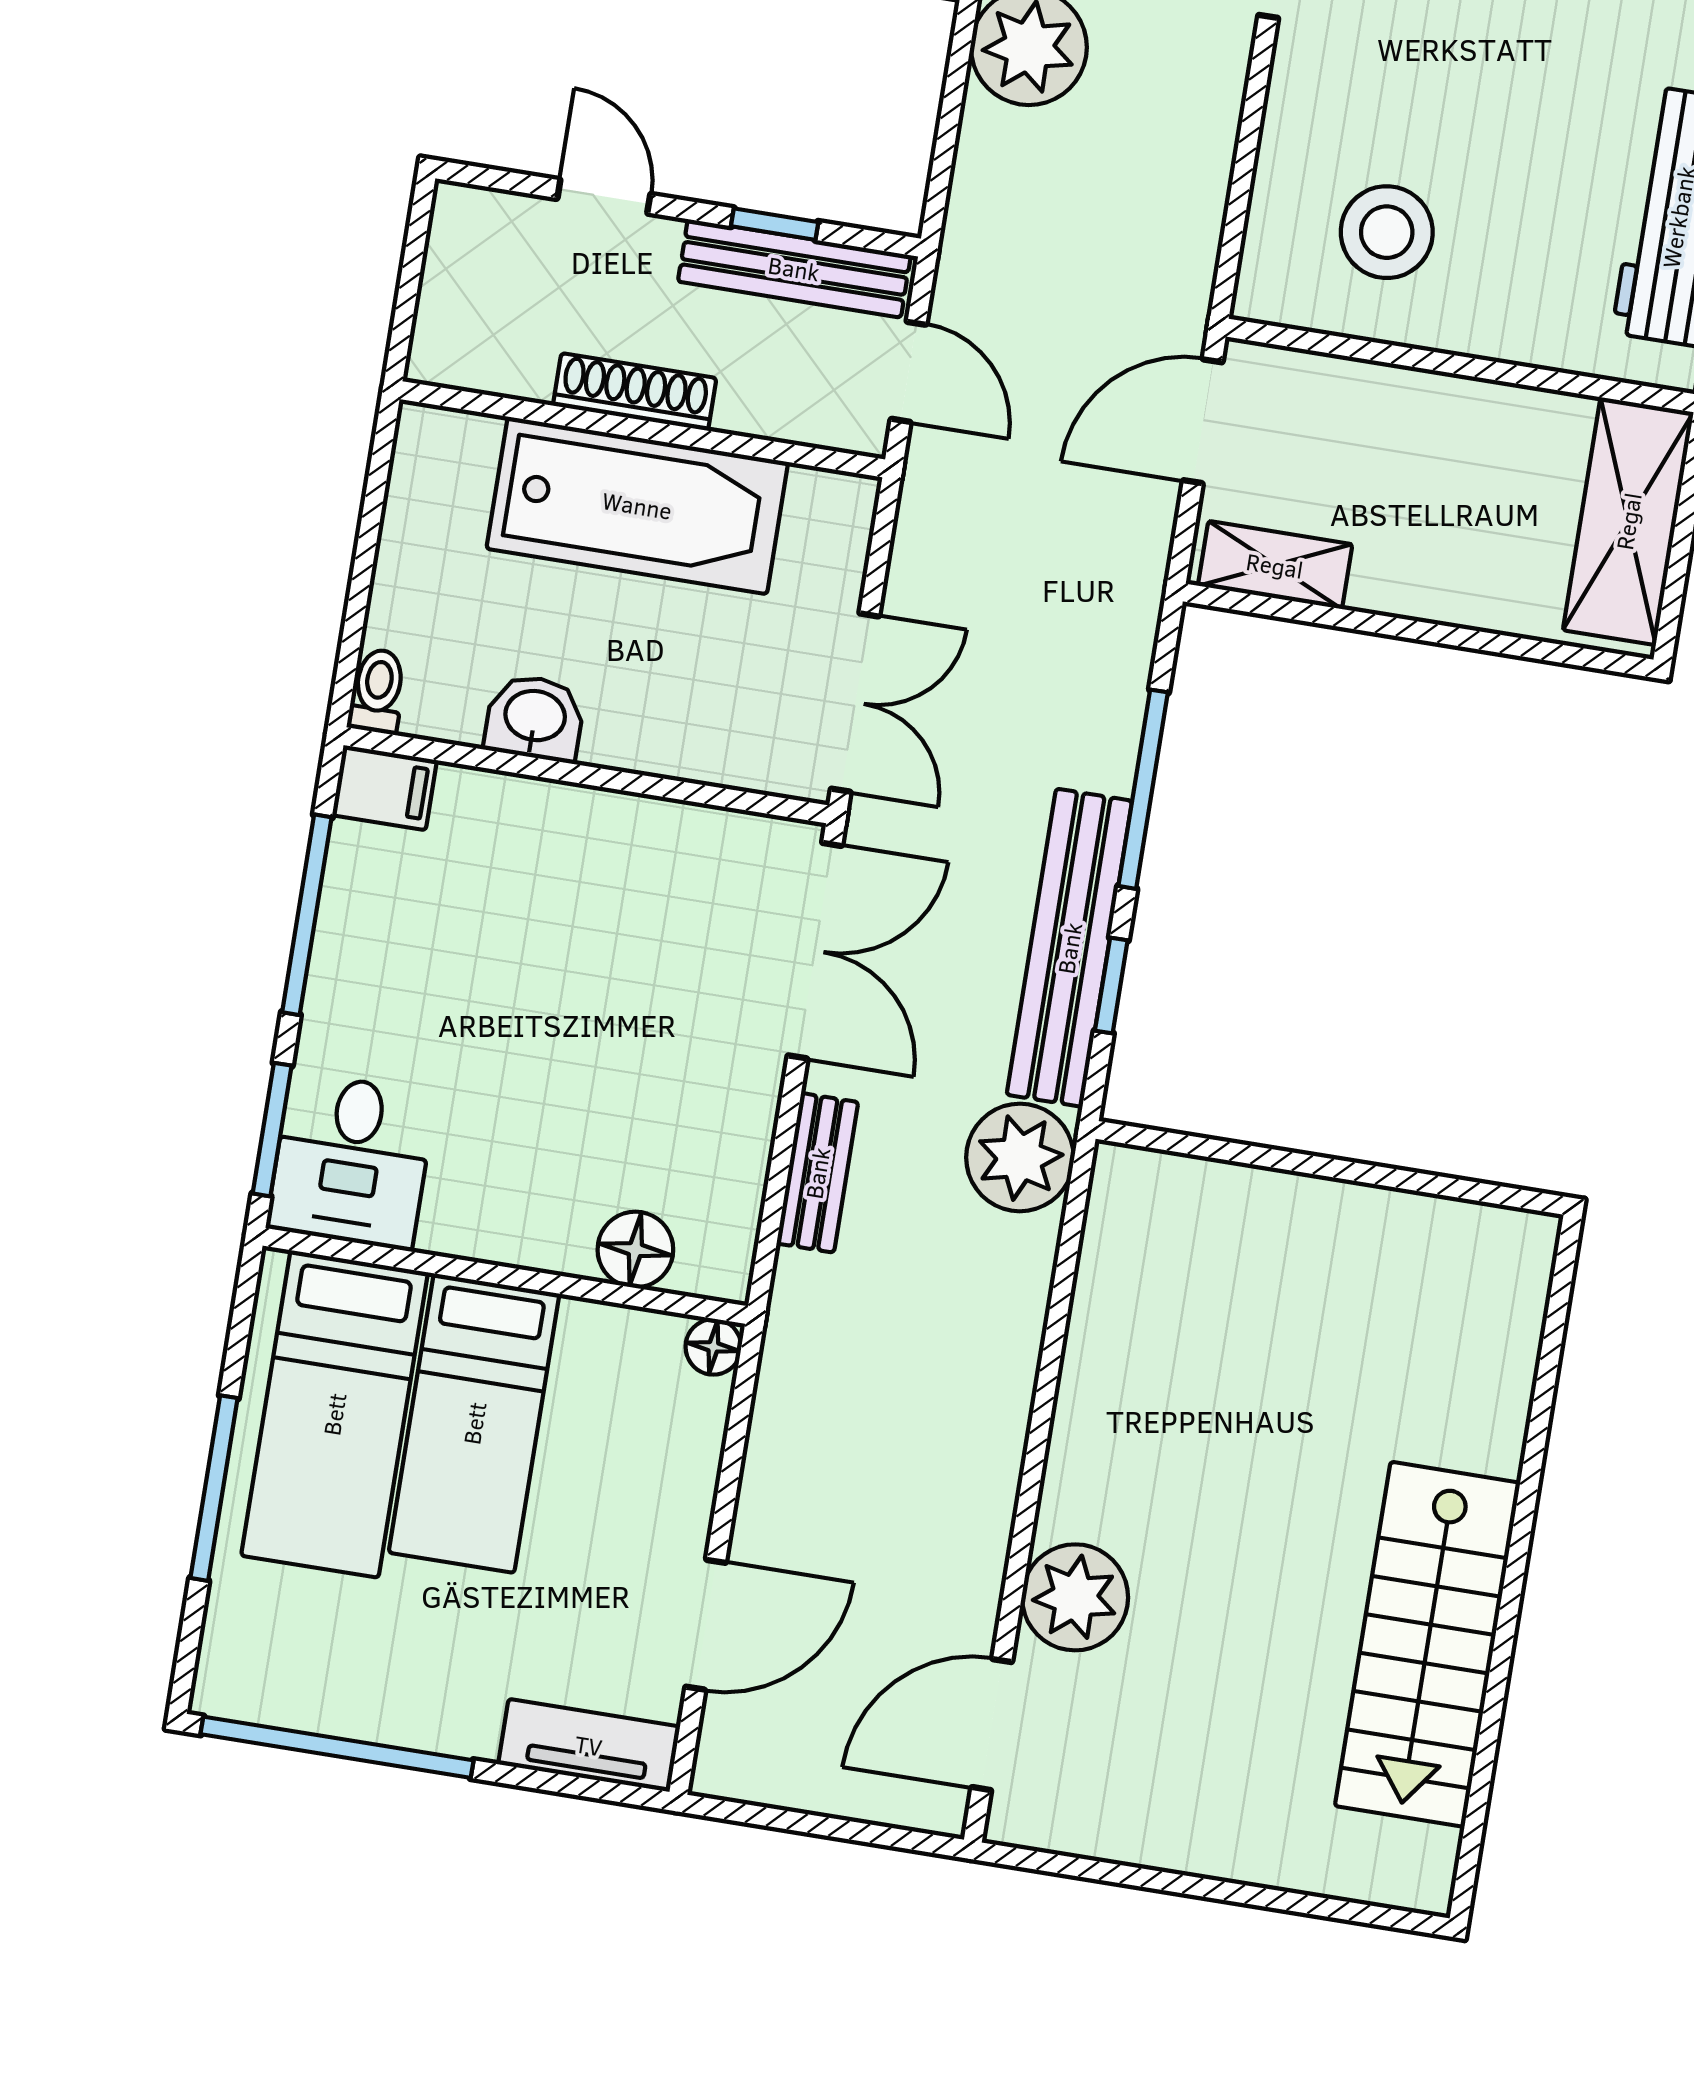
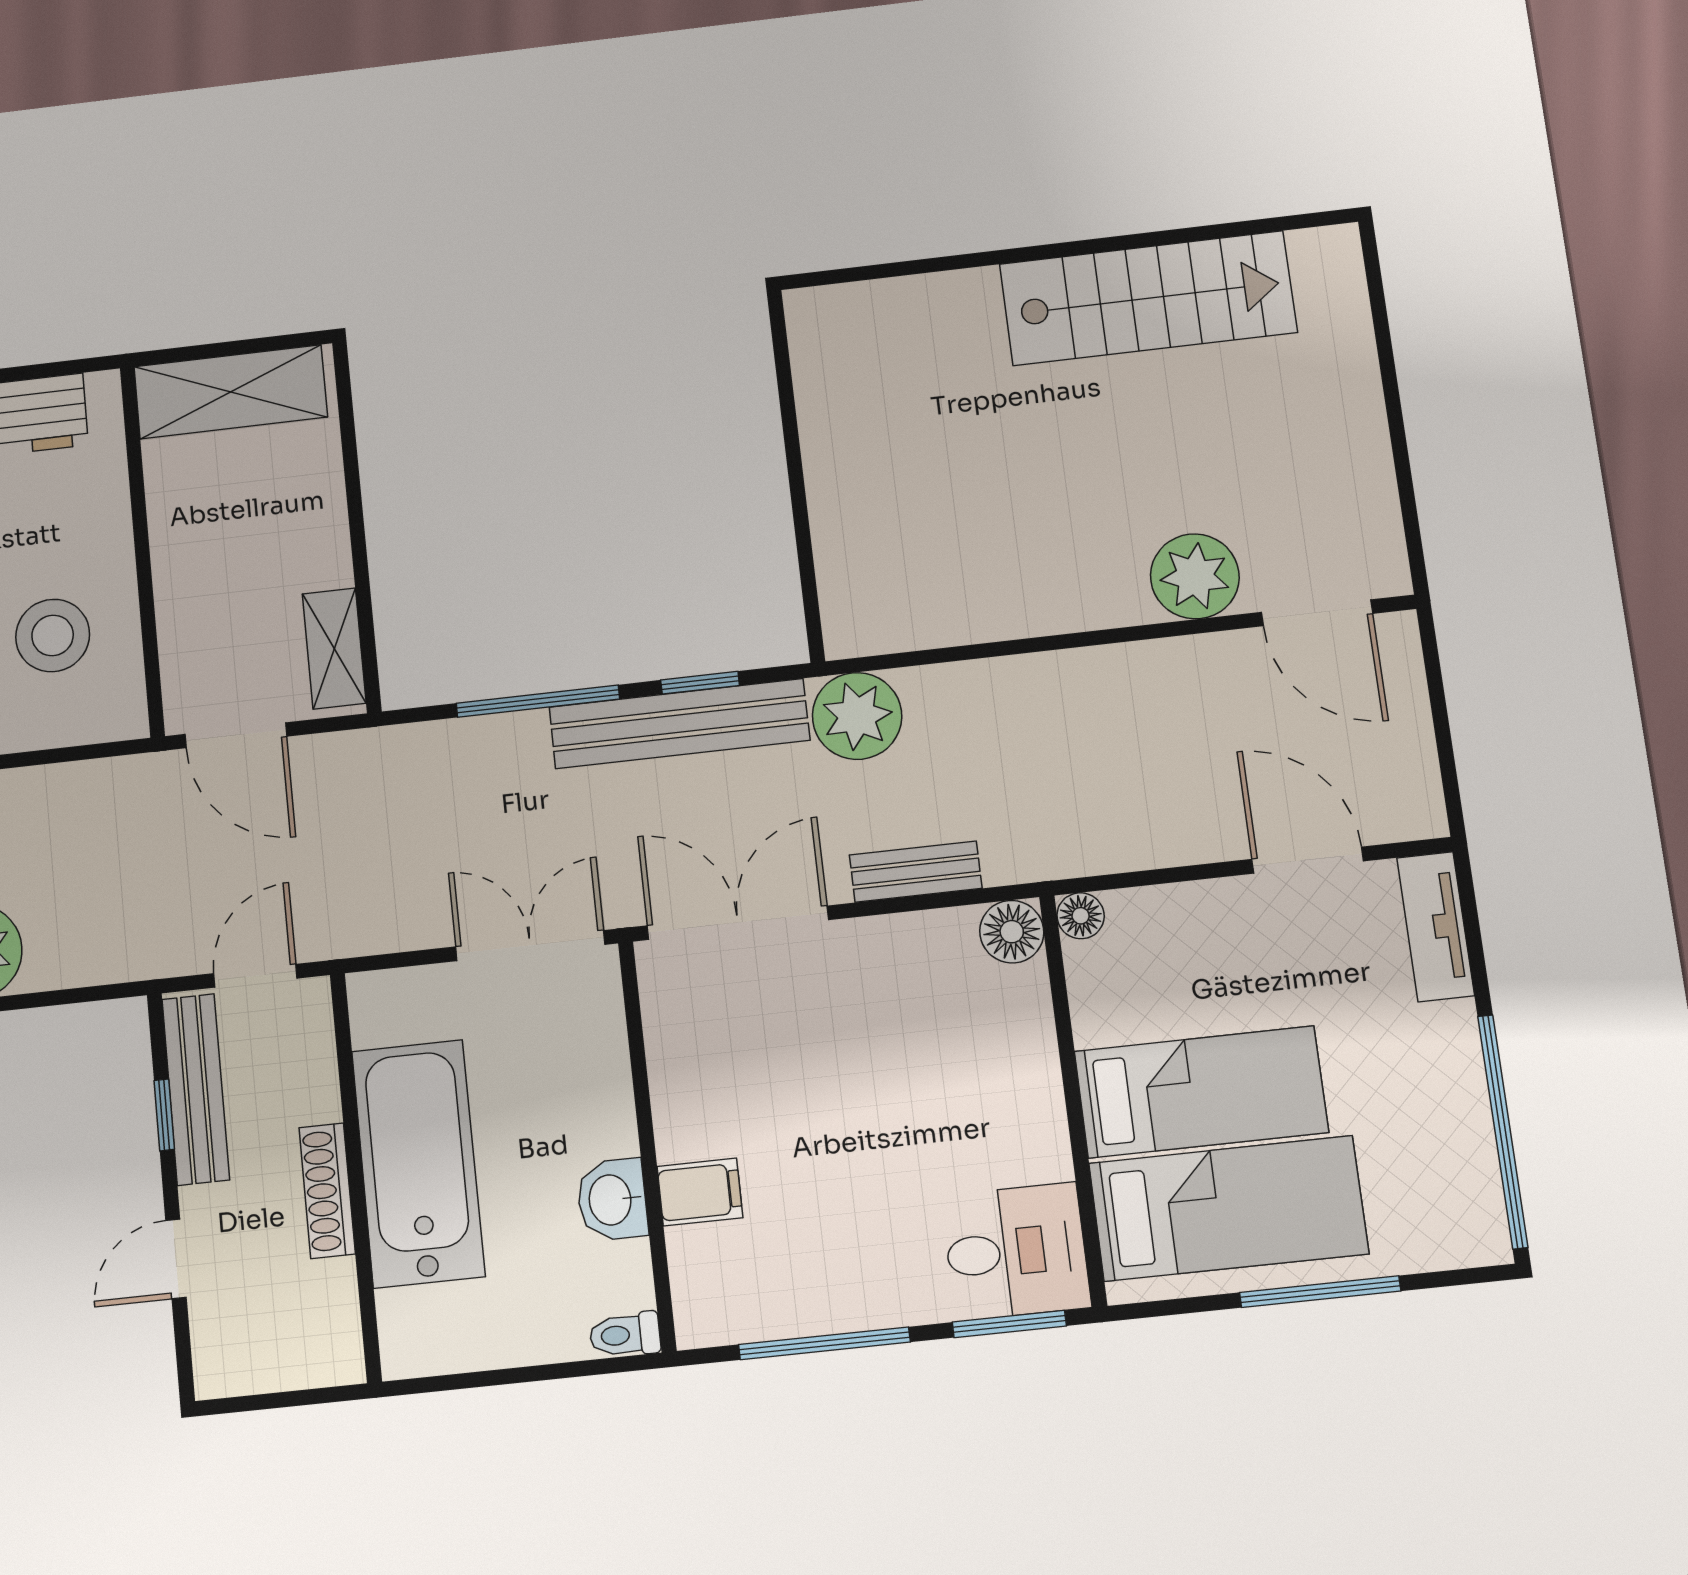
filing cabinet: (385, 788) -> (700, 1192), moved, turned 90
floor lamp: (635, 1250) -> (1012, 932), moved

